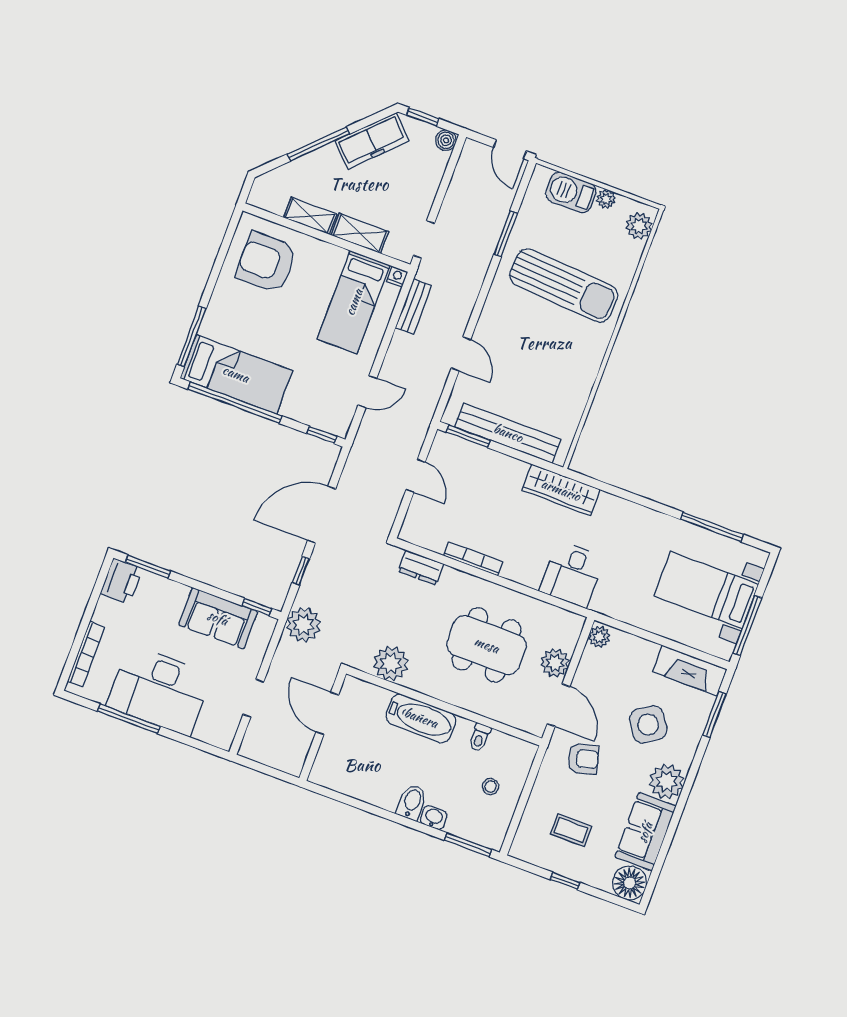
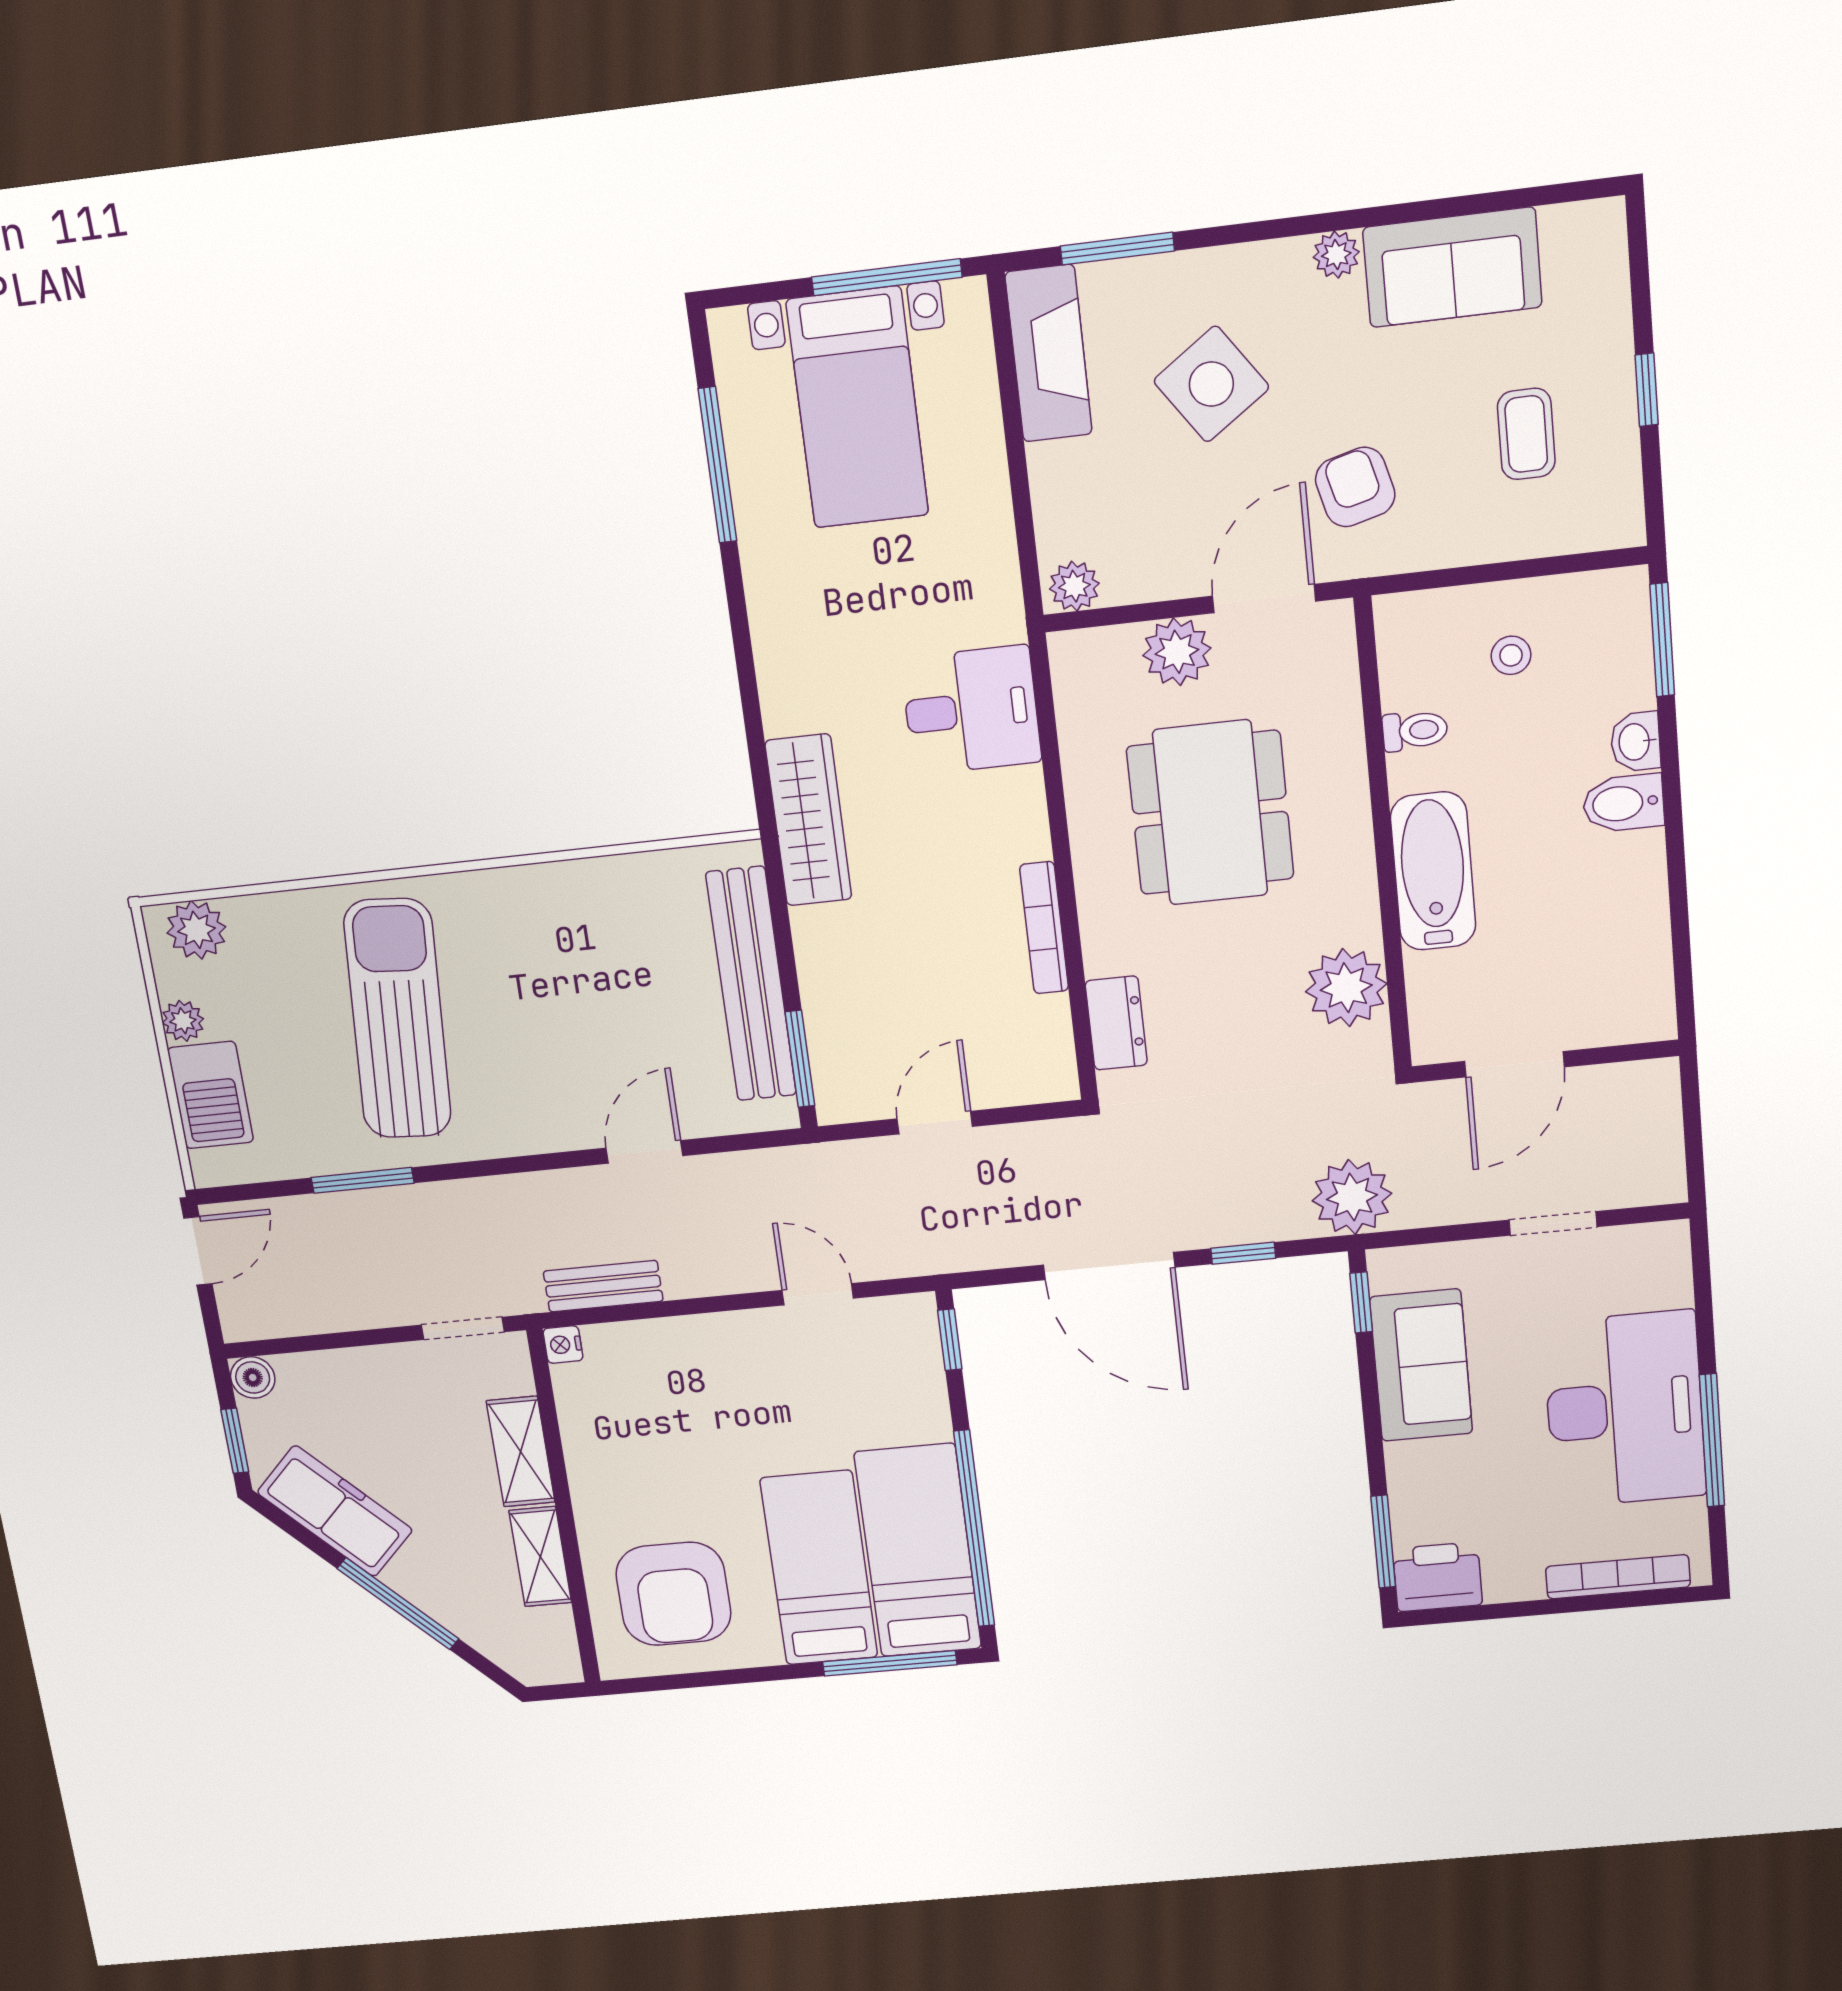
bed: (354, 302) -> (819, 1568), moved, turned -90
plant: (667, 782) -> (1336, 255), width x0.53, depth x0.53
floor lamp: (630, 883) -> (1585, 243), removed

